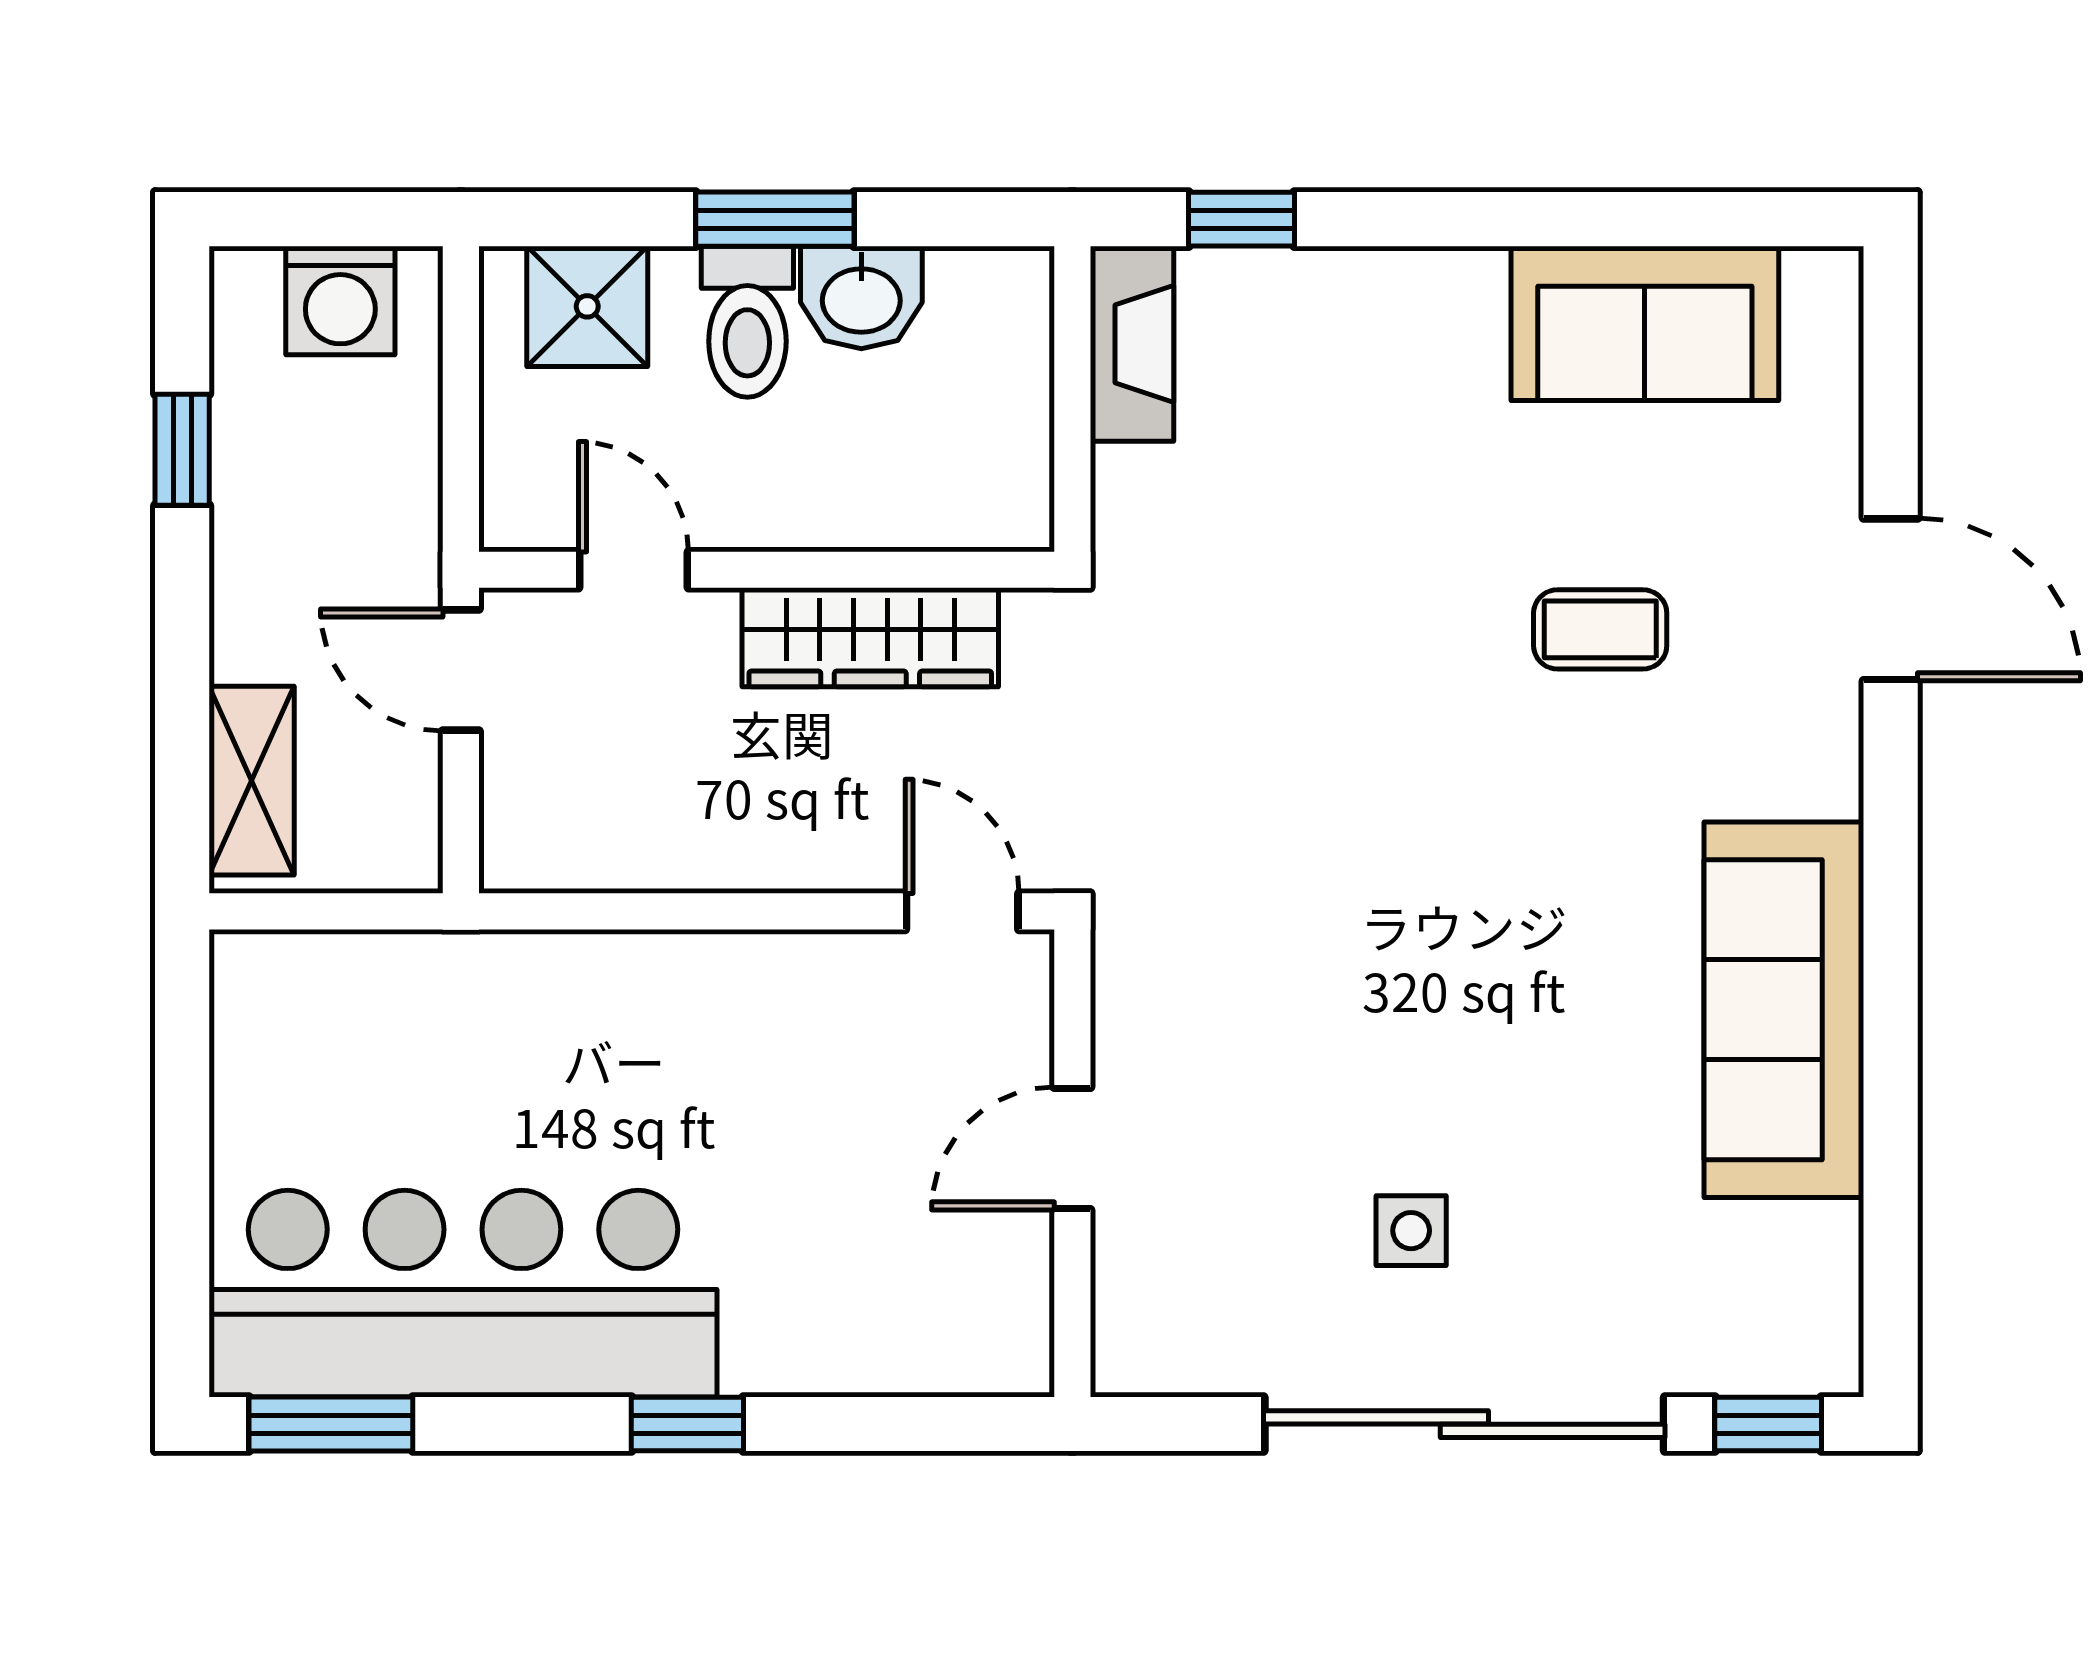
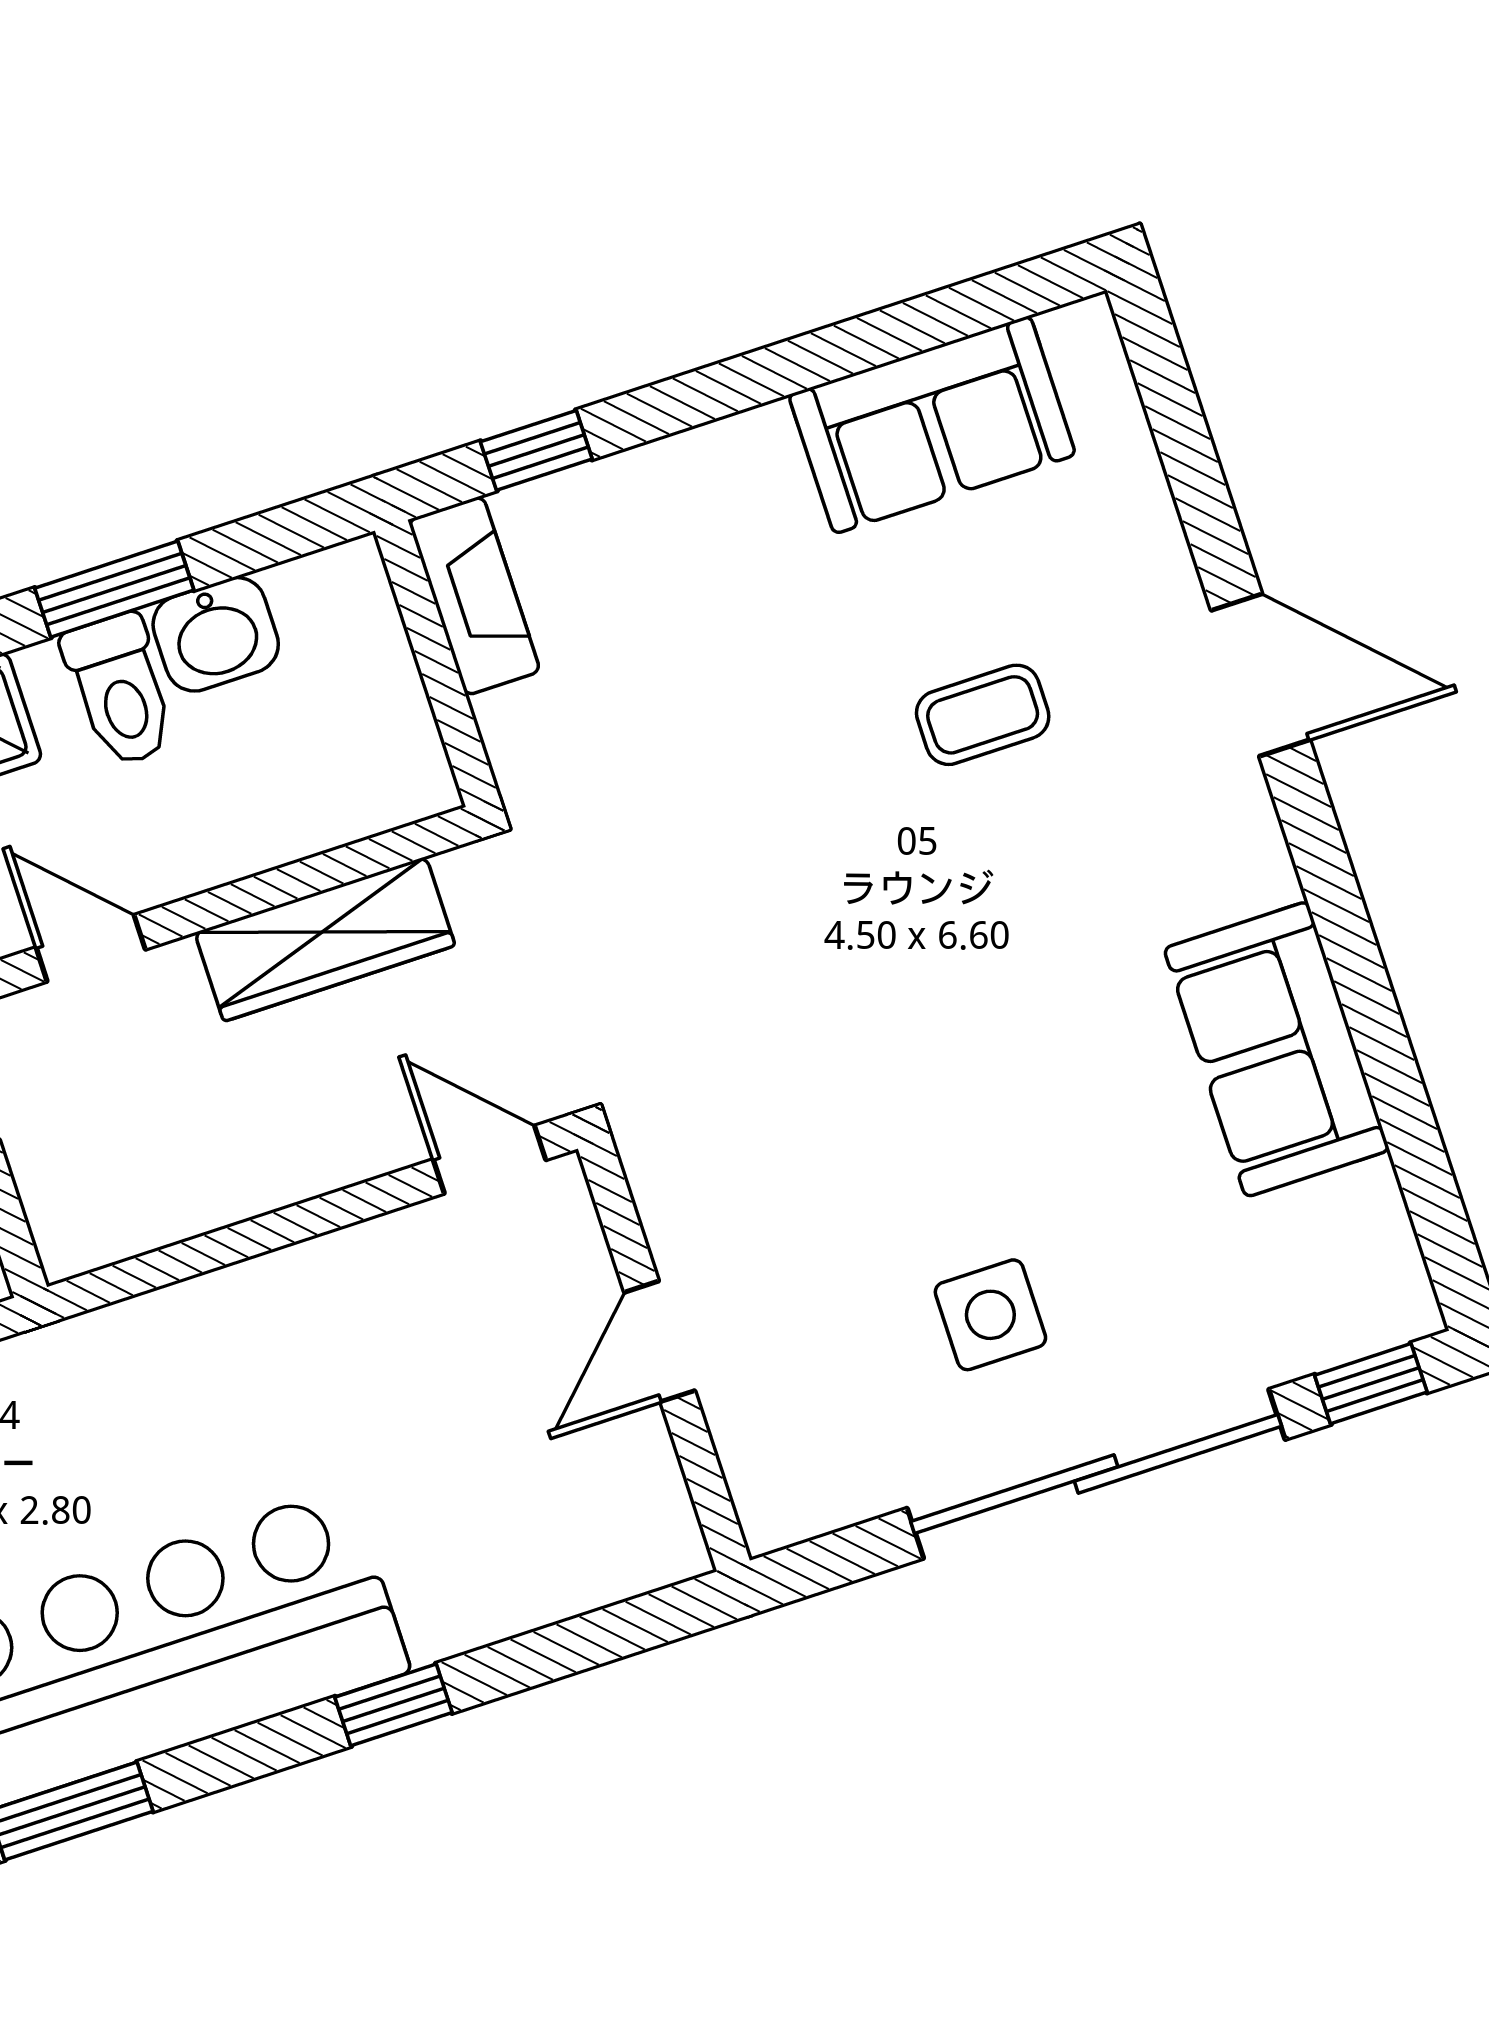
door: (1891, 599) -> (1261, 675), moved
sofa: (1784, 1010) -> (1277, 1049), width x0.73
side table: (1411, 1231) -> (990, 1315), width x1.37, depth x1.37

